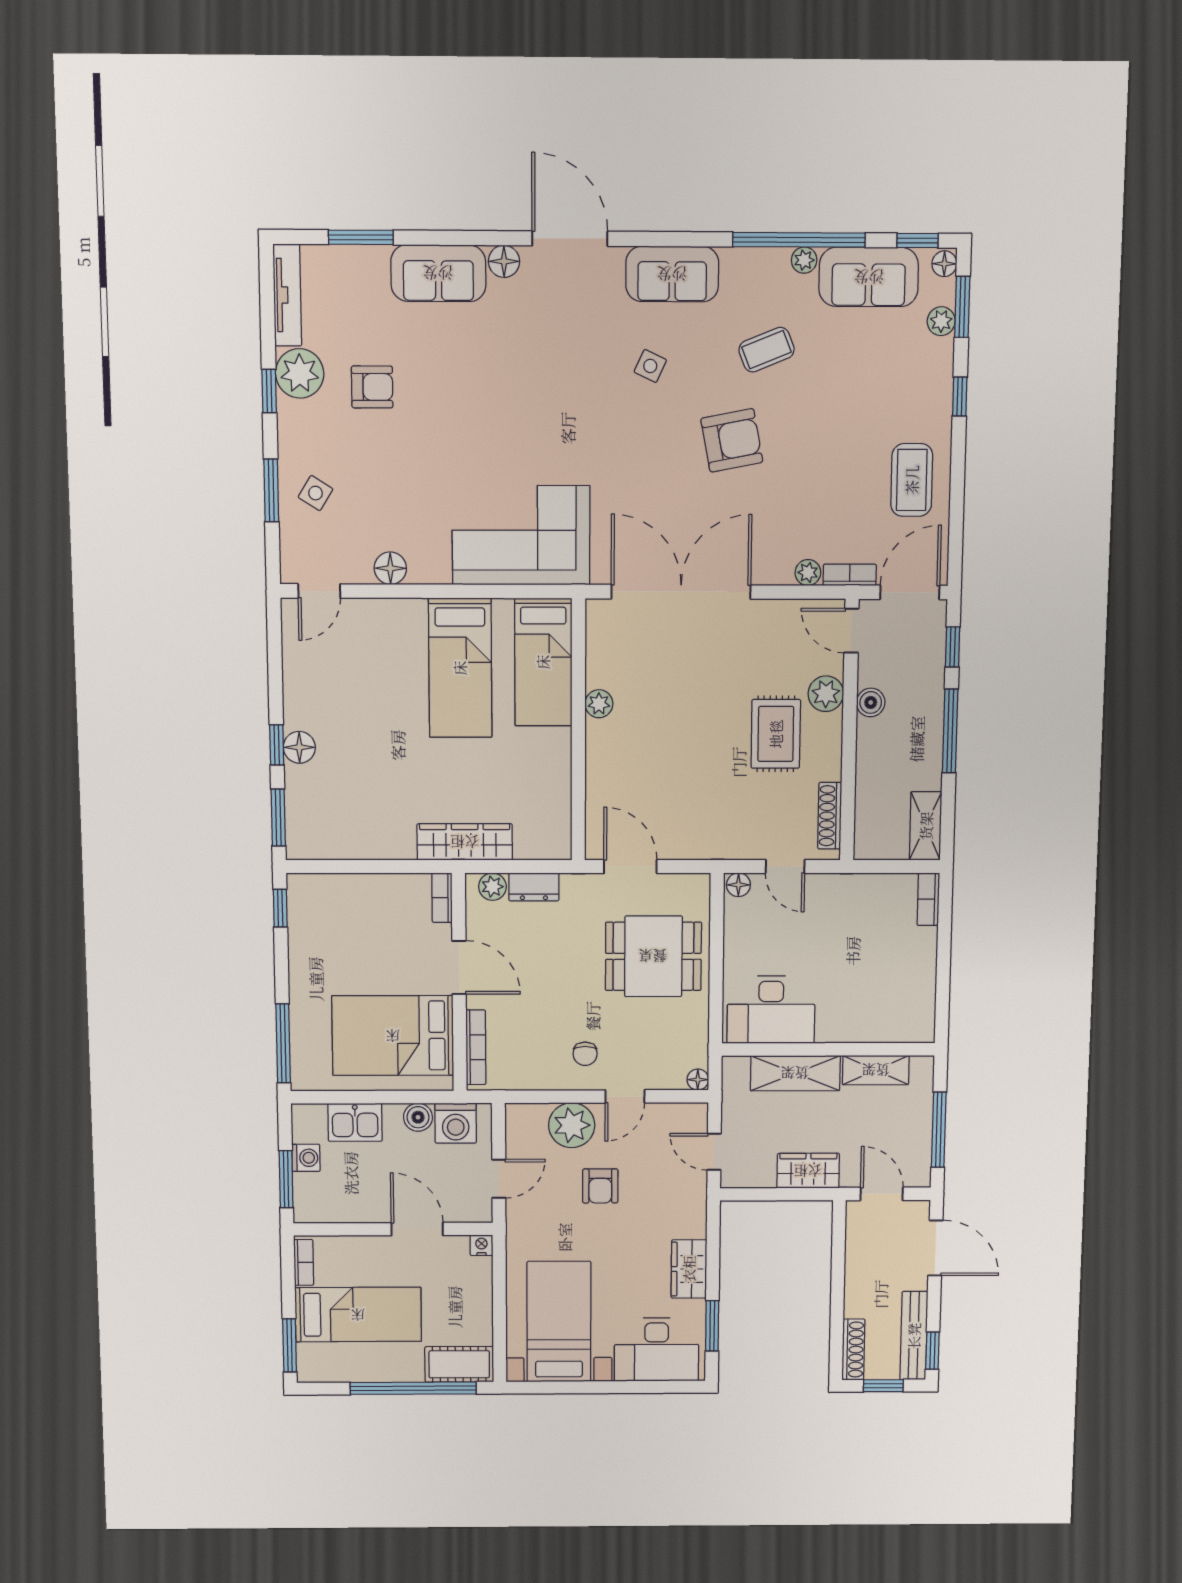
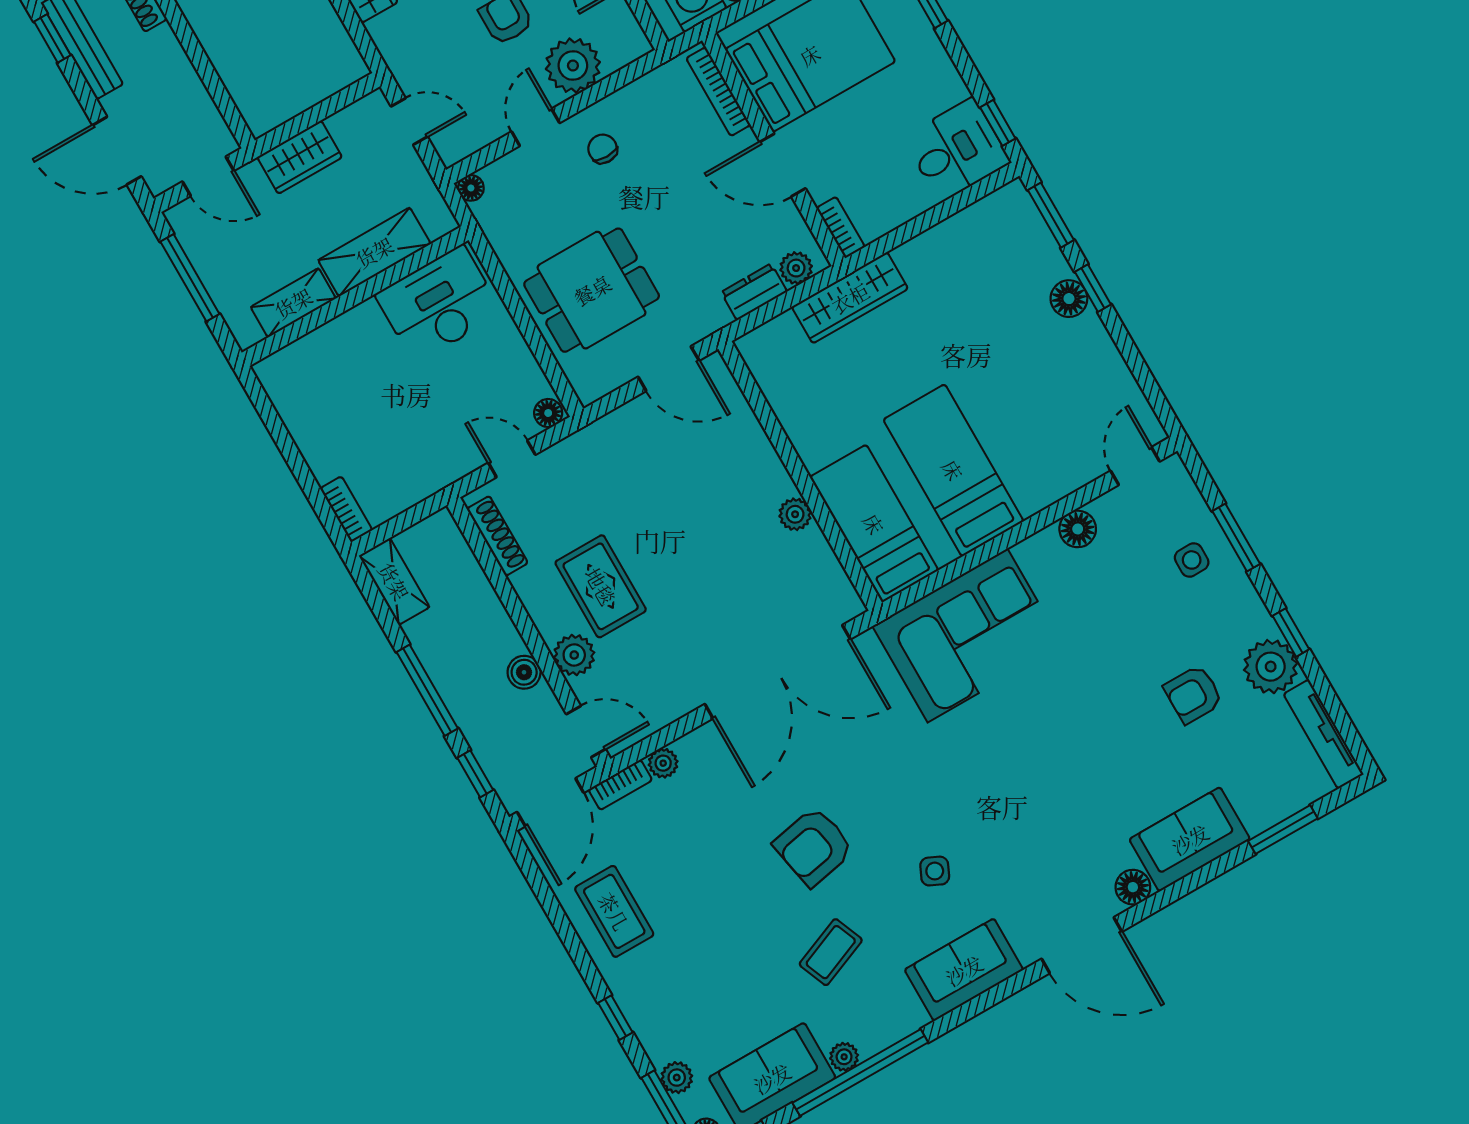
side table: (316, 493) -> (1192, 560), turned -32
desk: (322, 906) -> (957, 150), added

